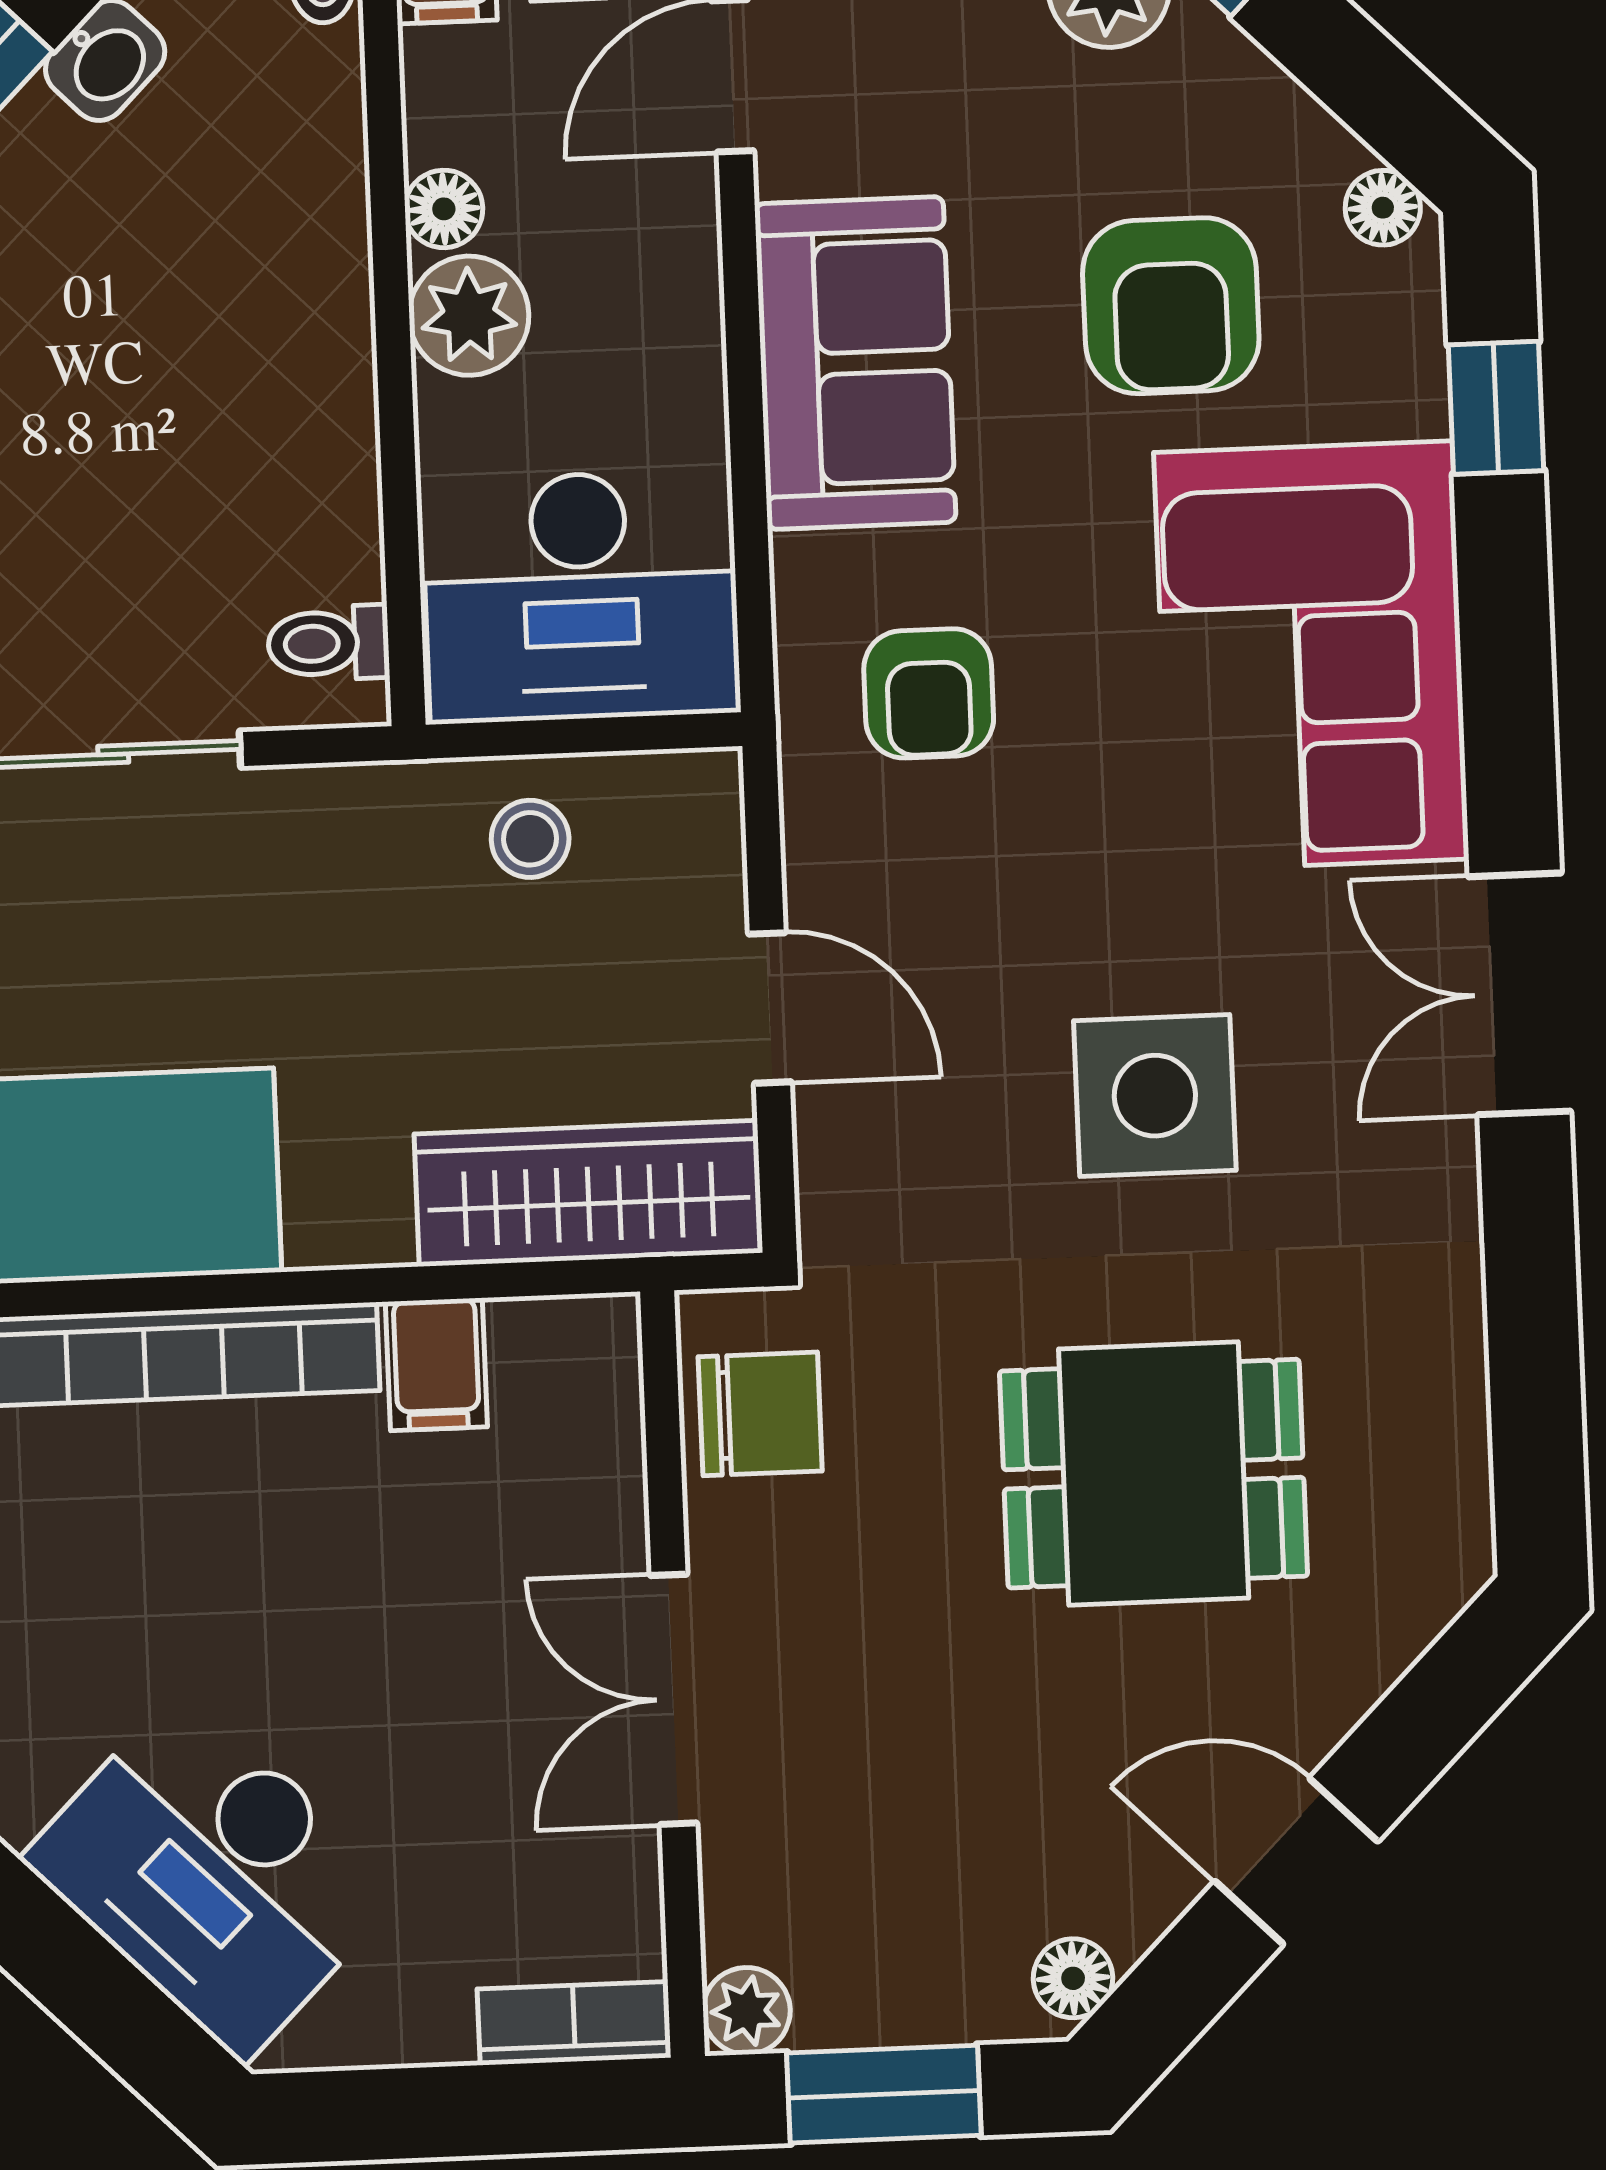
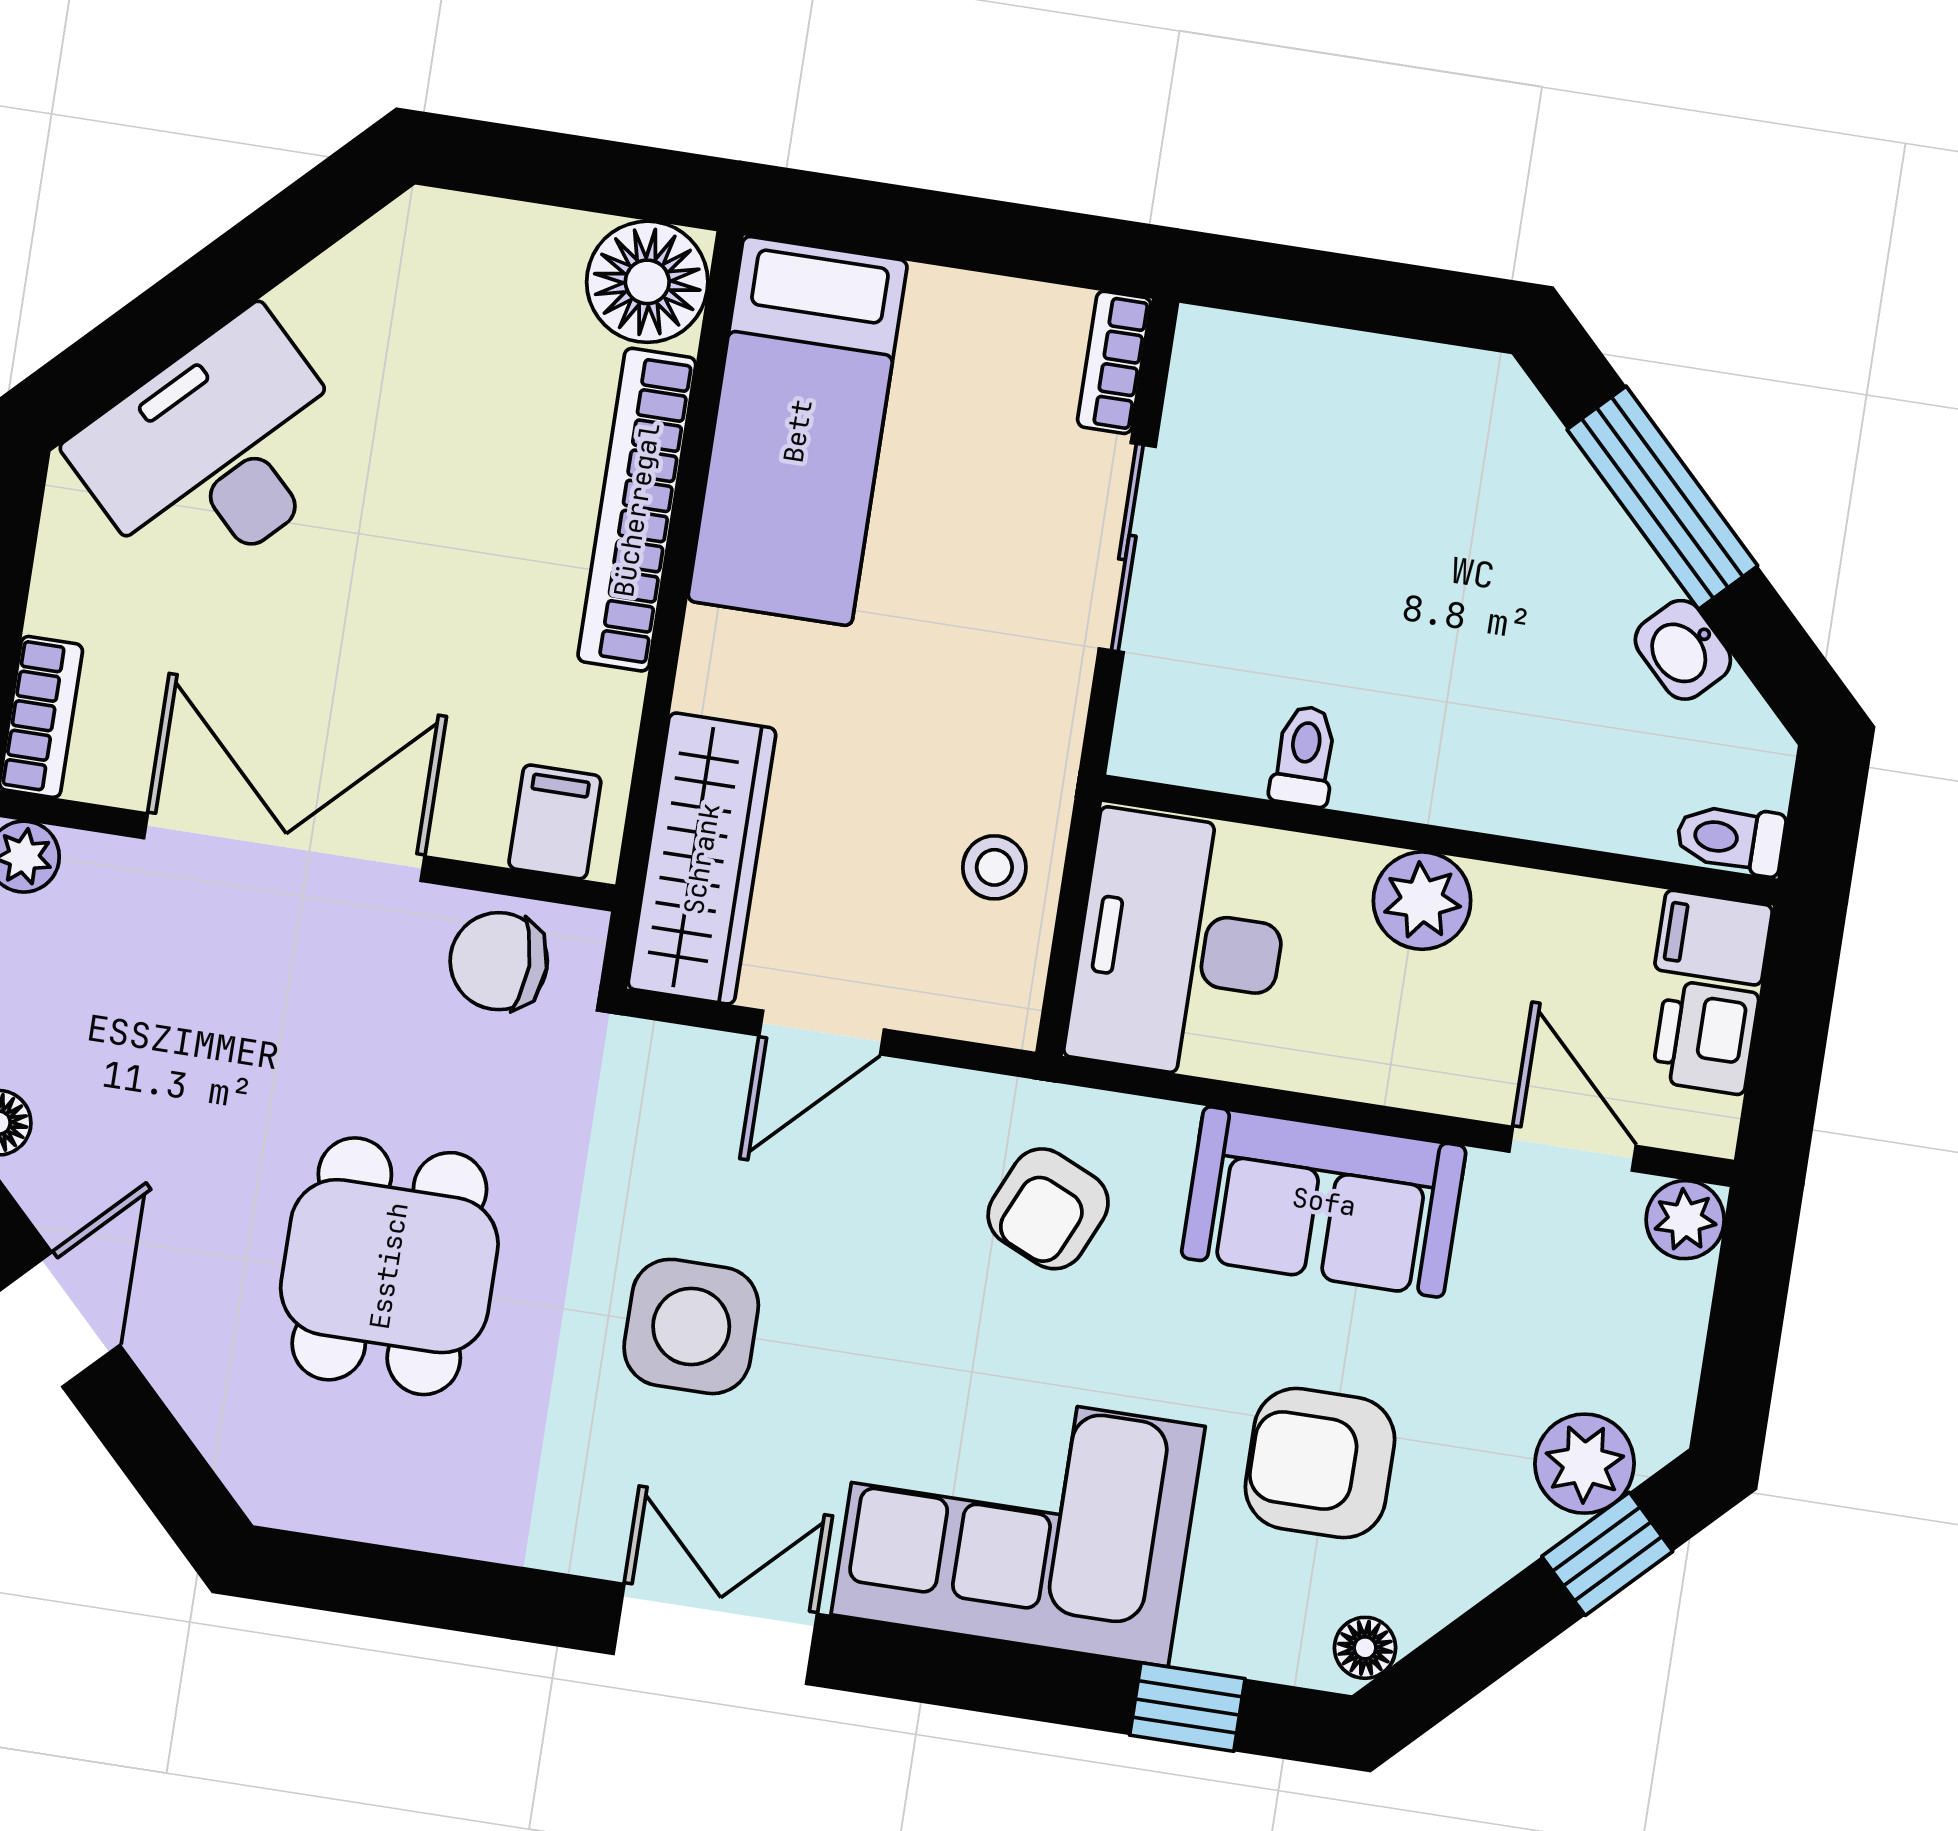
floor lamp: (444, 209) -> (1511, 897), removed
toilet: (329, 643) -> (1304, 756), moved
armchair: (929, 693) -> (1048, 1209), turned -66
filing cabinet: (436, 1364) -> (555, 822), moved, turned 90
chair: (760, 1414) -> (499, 961), turned 90
double door: (674, 1699) -> (284, 847), width x1.37

